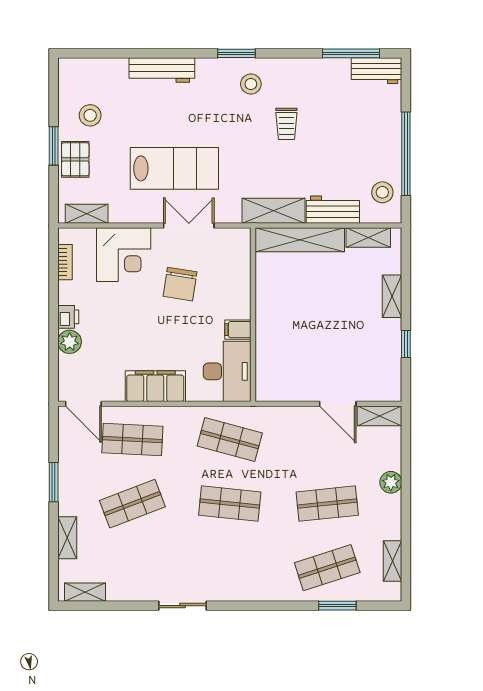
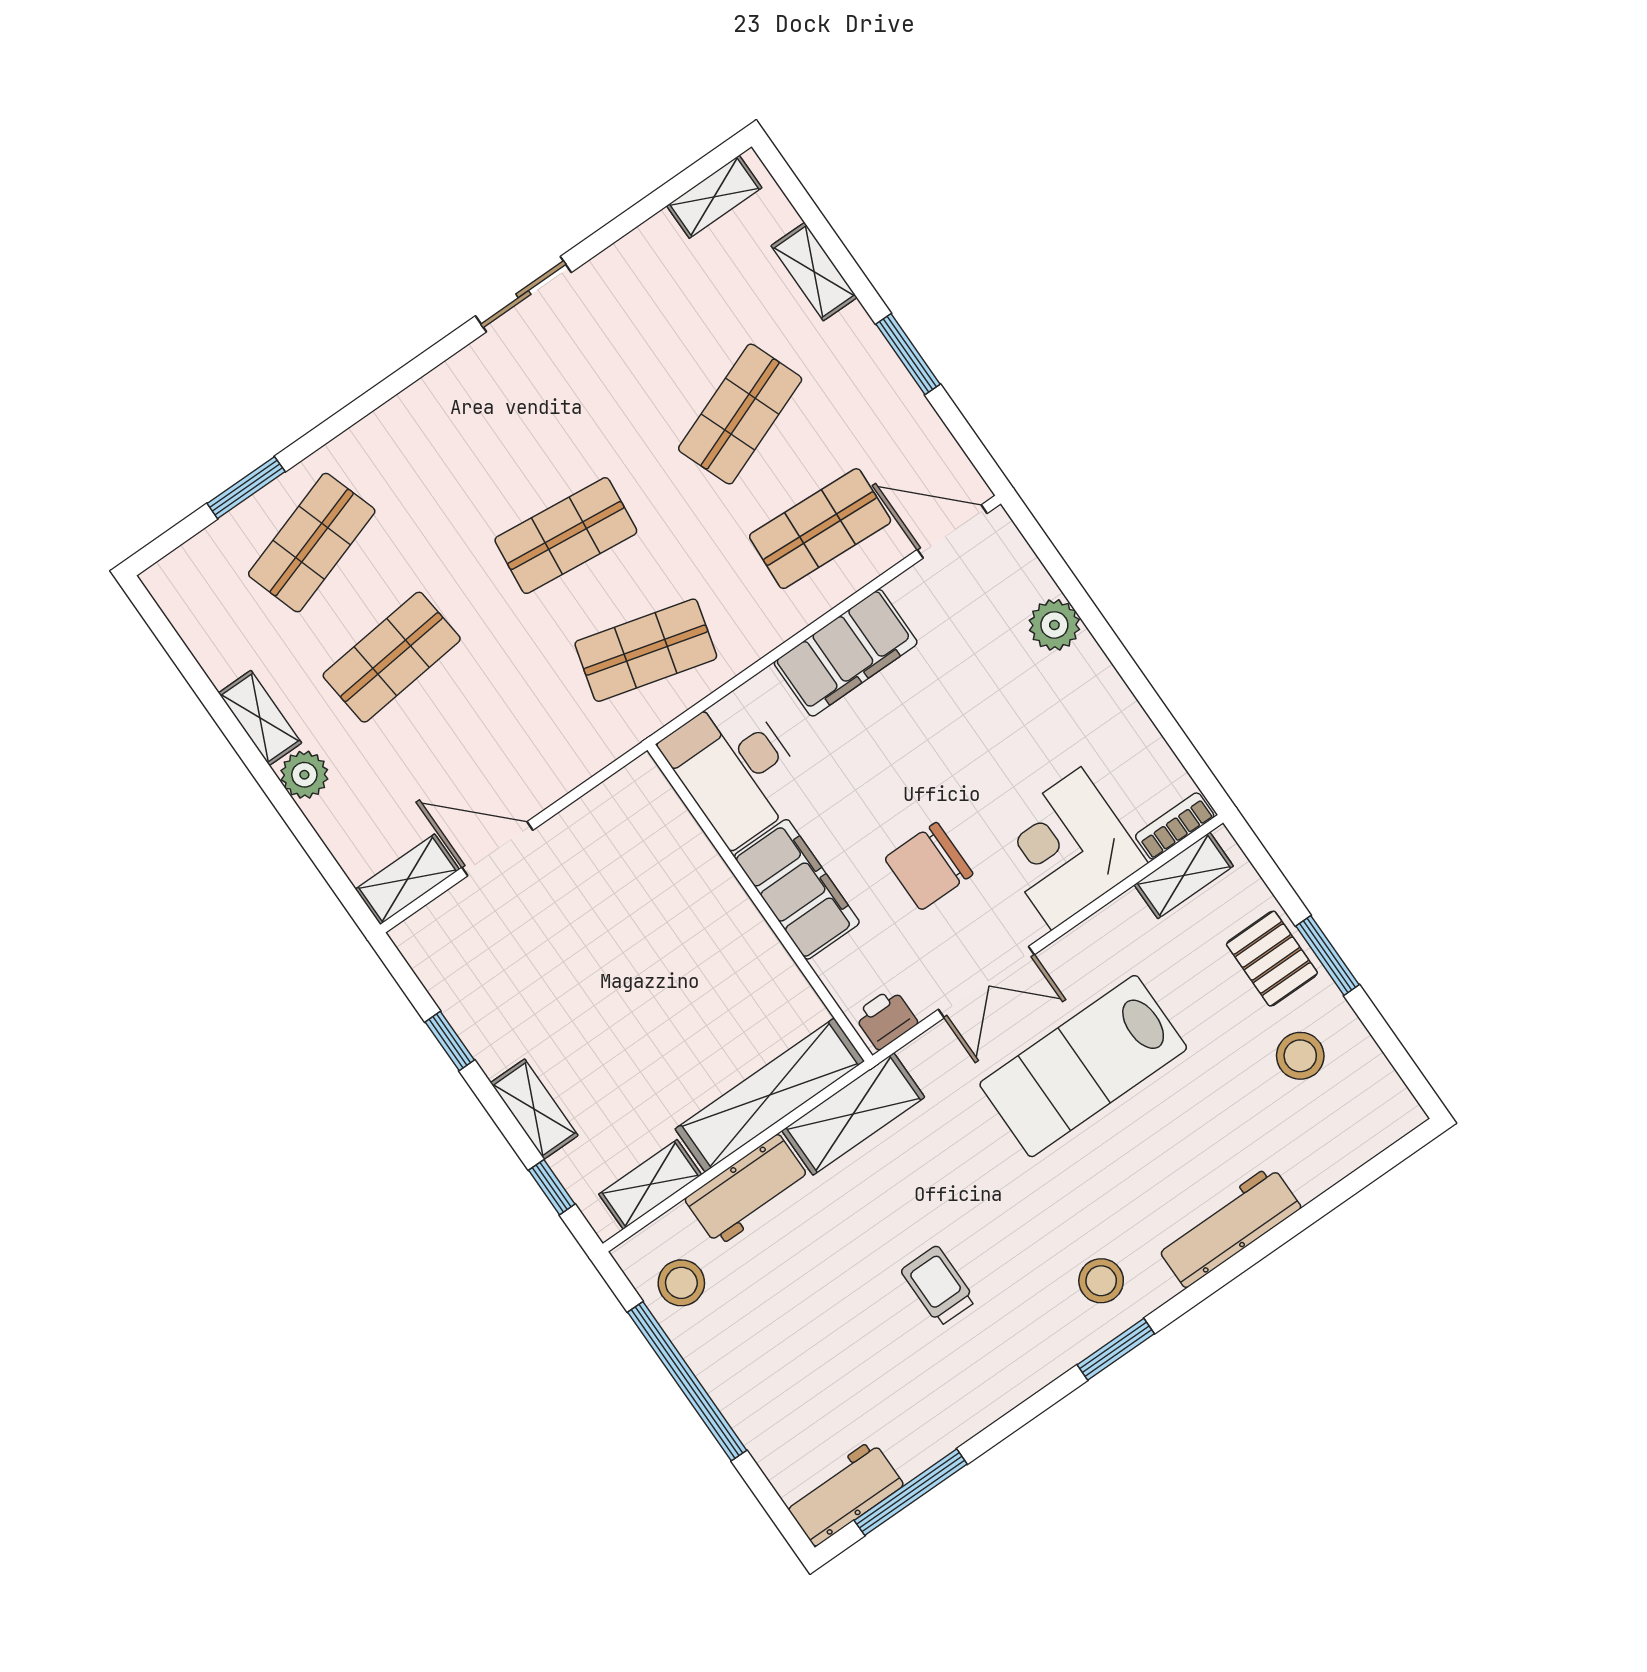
stool: (251, 84) -> (1101, 1281), moved
bookcase: (65, 262) -> (1175, 826), moved, turned 90
window: (406, 262) -> (552, 1187), added
chair: (180, 284) -> (929, 866), turned -99
printer: (68, 317) -> (886, 1019), moved, turned 90
filing cabinet: (238, 330) -> (797, 889), width x3.00, depth x1.17
shelving: (393, 561) -> (260, 718), moved

